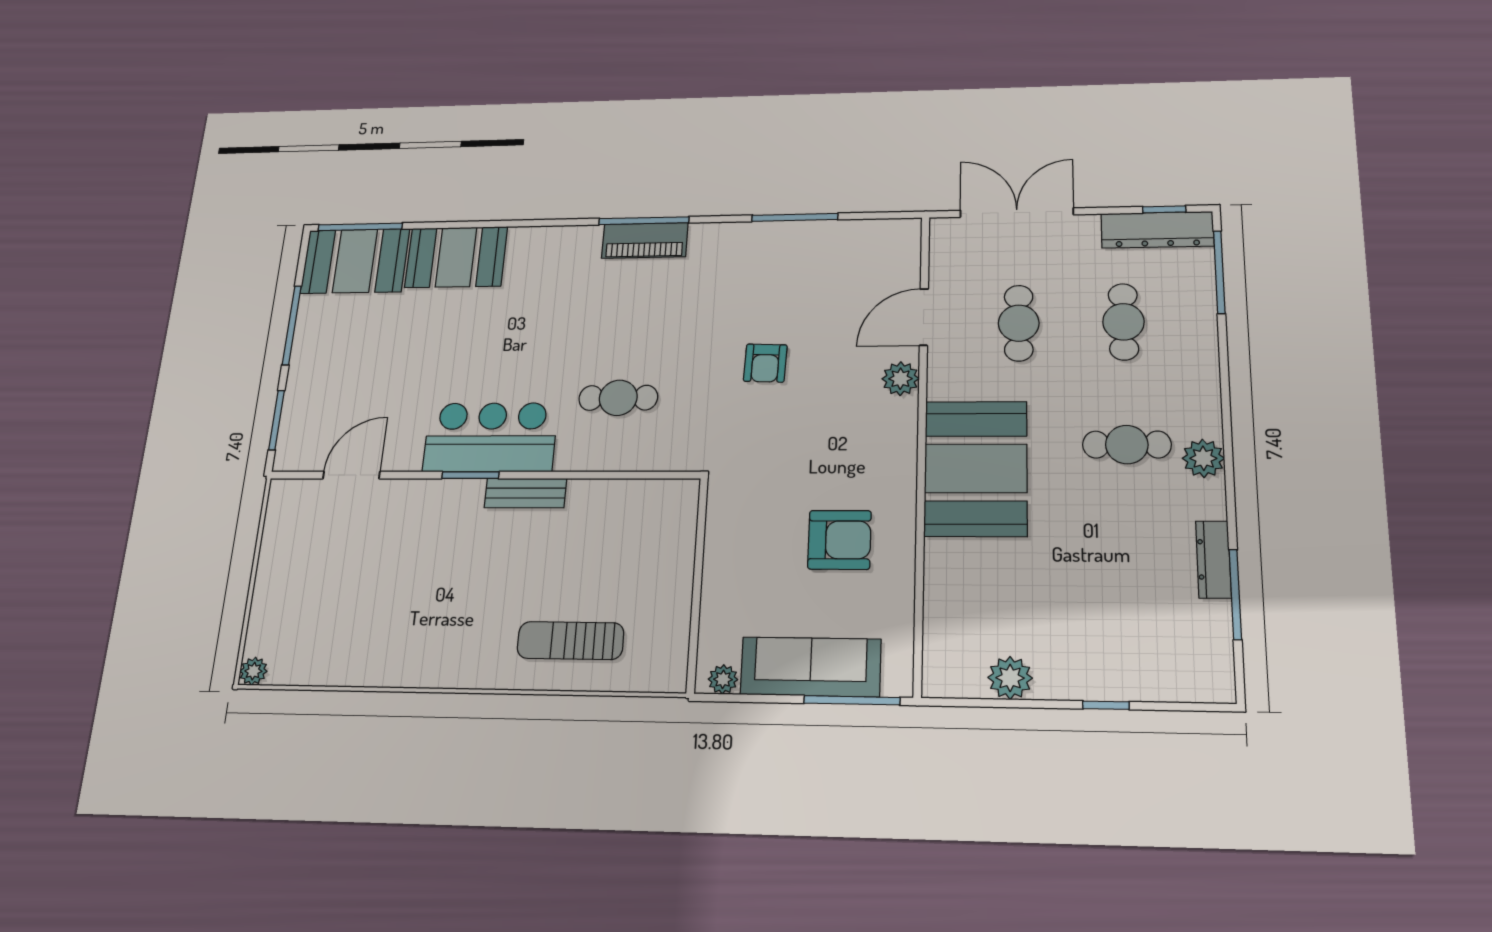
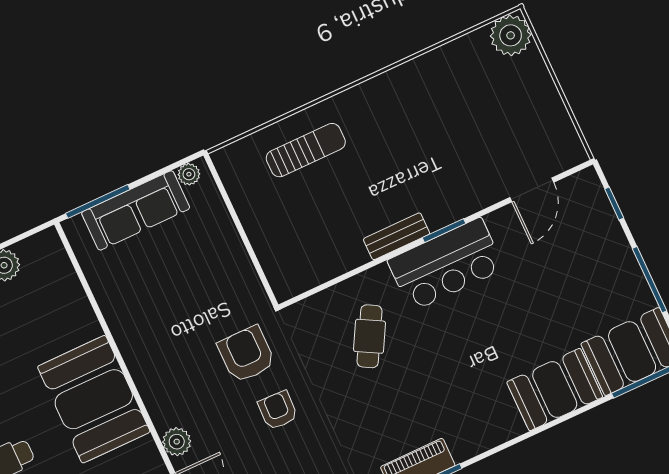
cafe table: (618, 398) -> (369, 336), turned -61
window: (277, 420) -> (614, 203), width x0.67
armchair: (839, 540) -> (246, 354), moved, turned 90
plant: (253, 671) -> (511, 35), width x1.87, depth x1.87

